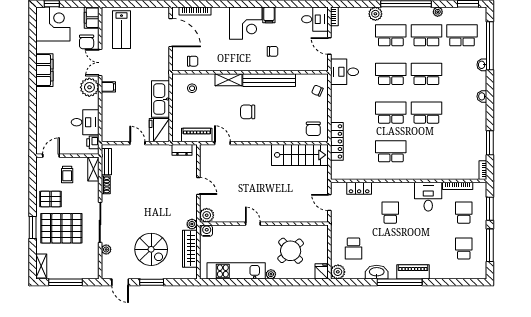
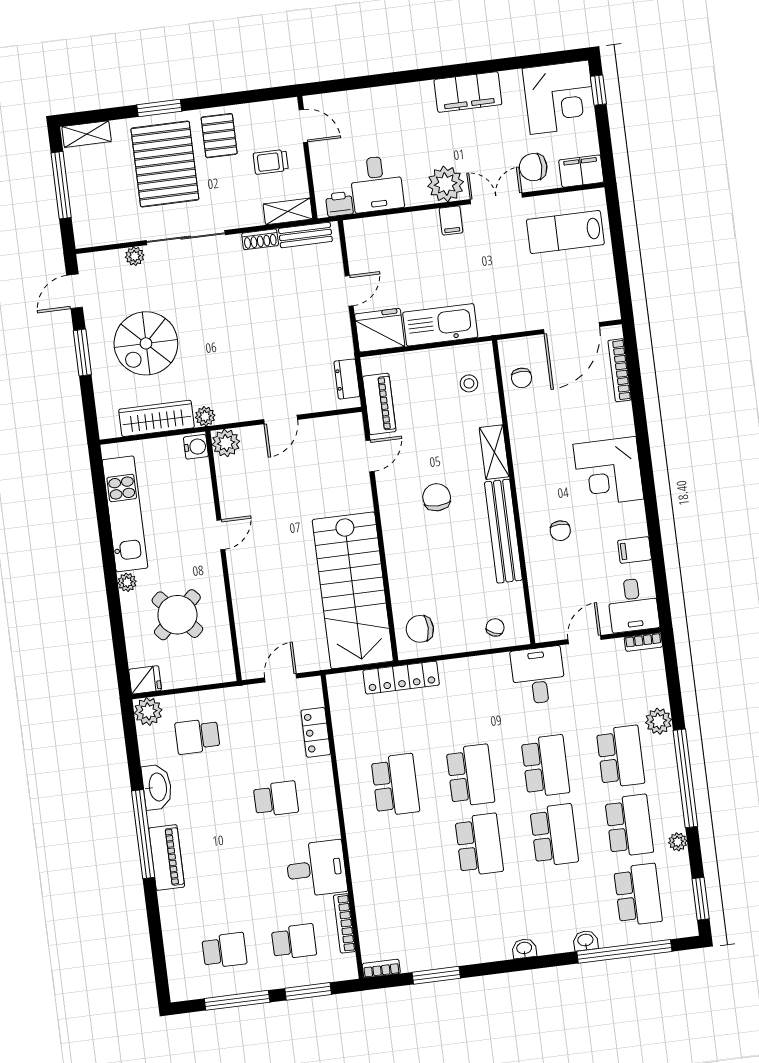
filing cabinet: (269, 15) -> (635, 550), moved
stairs: (300, 155) -> (353, 590), width x1.36, depth x1.51

